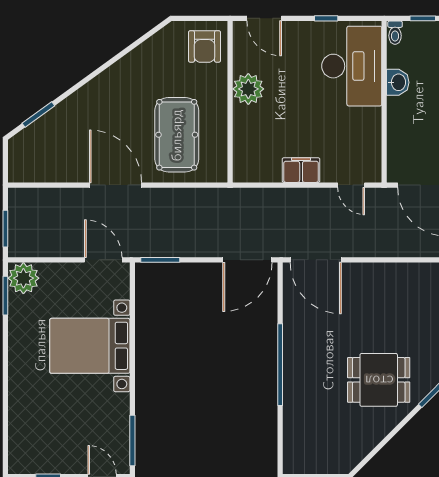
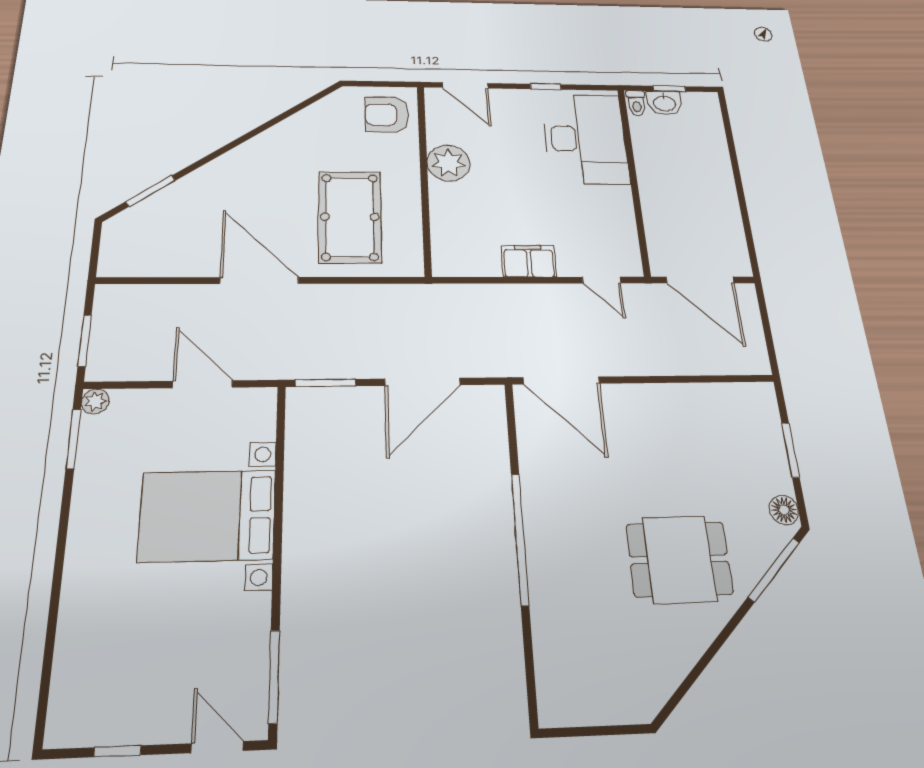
armchair: (205, 46) -> (387, 115), turned 90
washbasin: (398, 82) -> (664, 103), moved, turned 90
door: (103, 260) -> (202, 384), moved
door: (247, 260) -> (422, 382), moved
plant: (23, 278) -> (95, 401), width x0.53, depth x0.53

